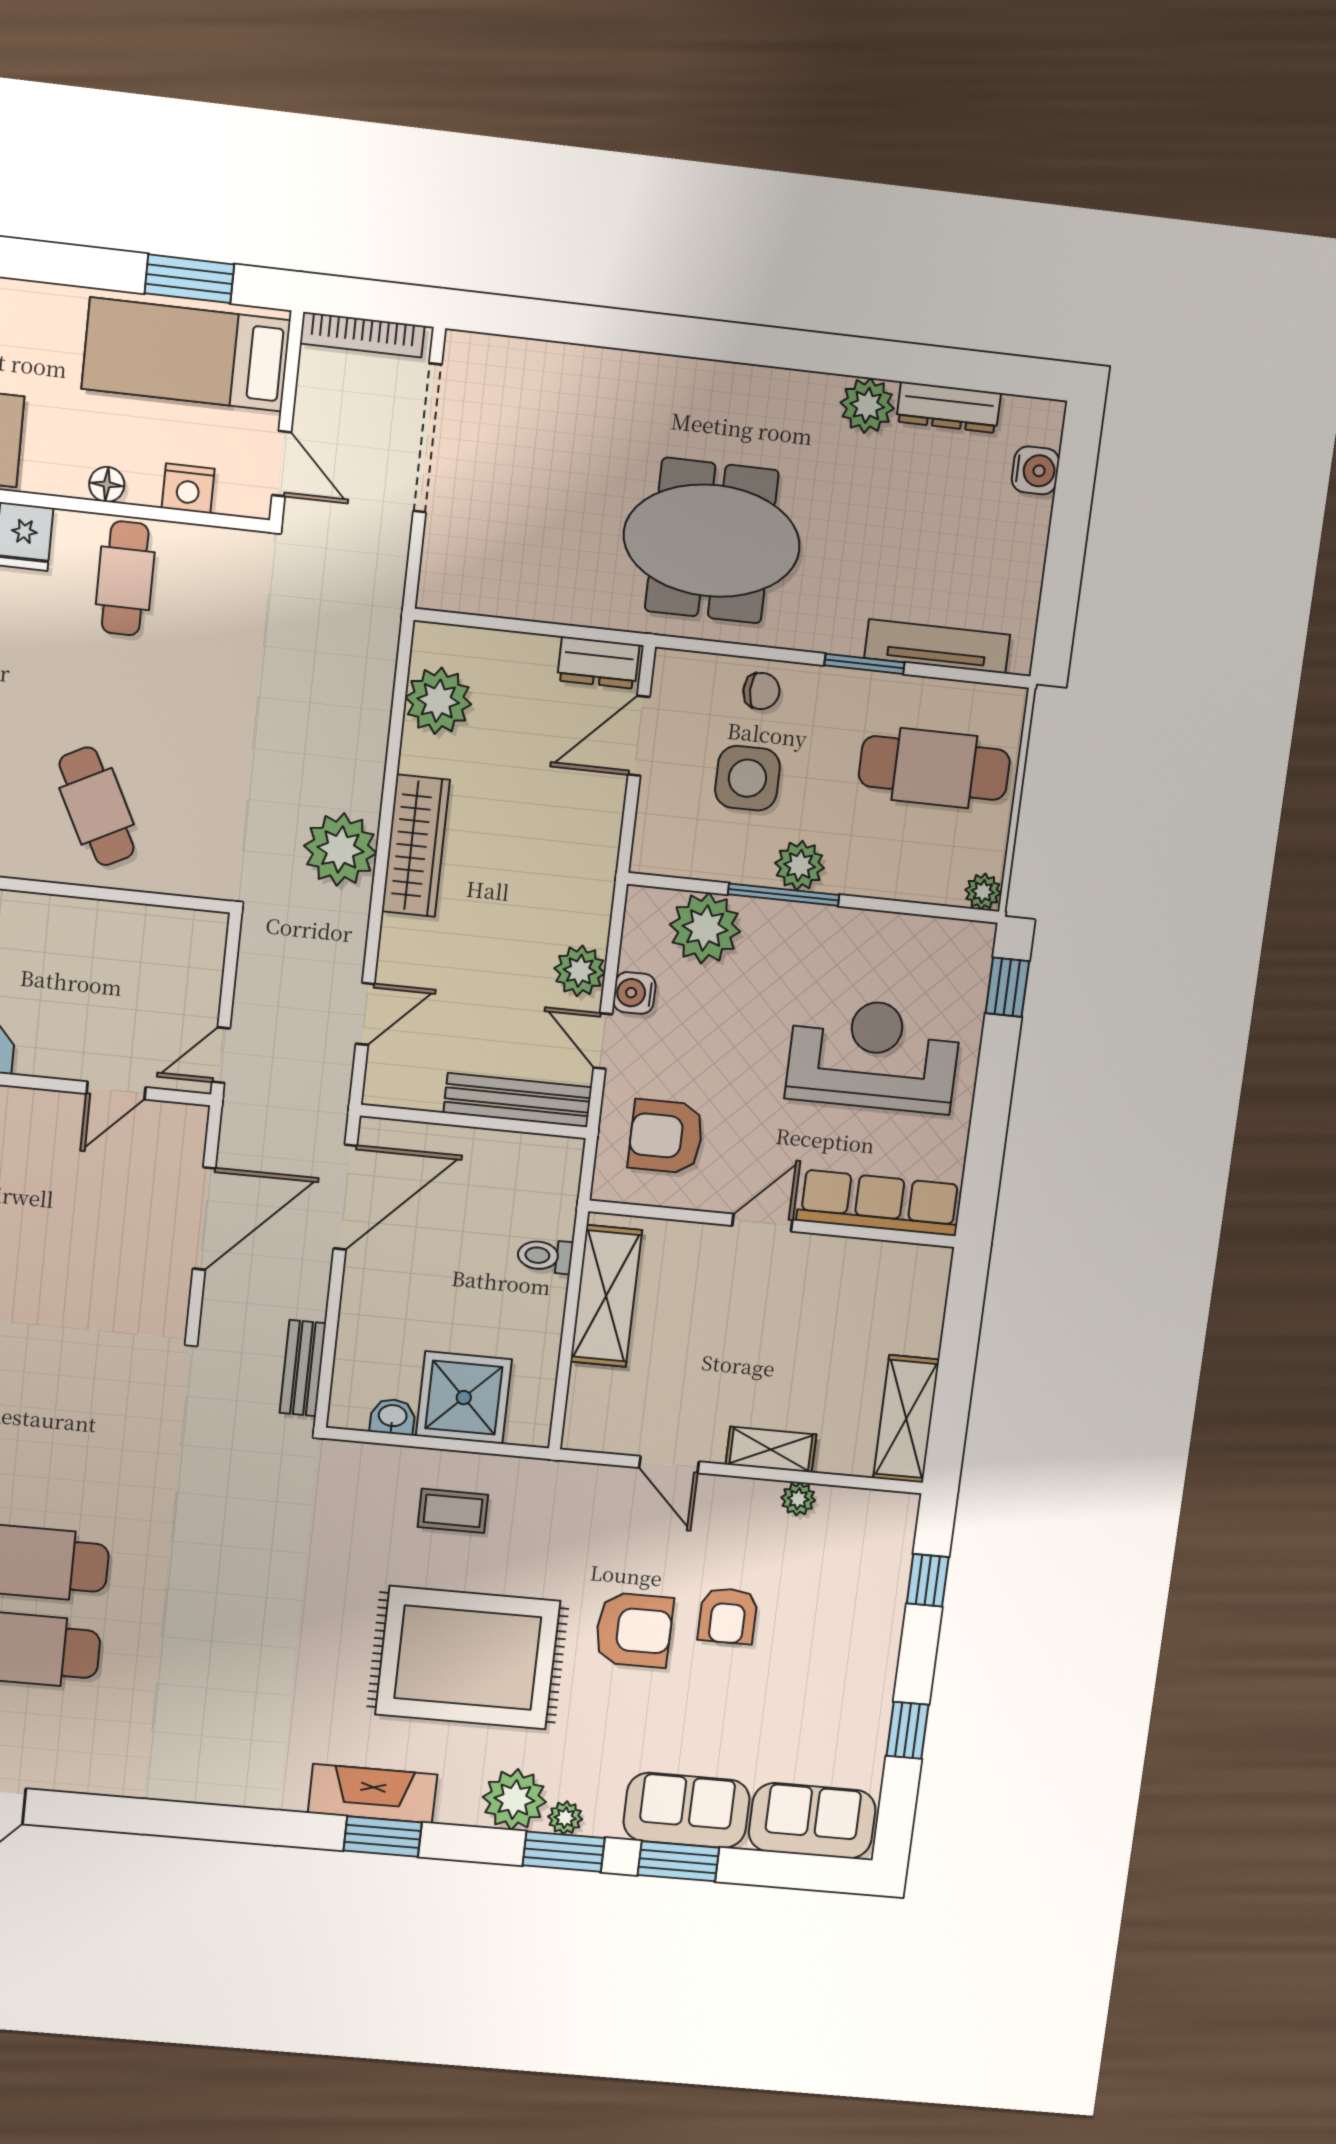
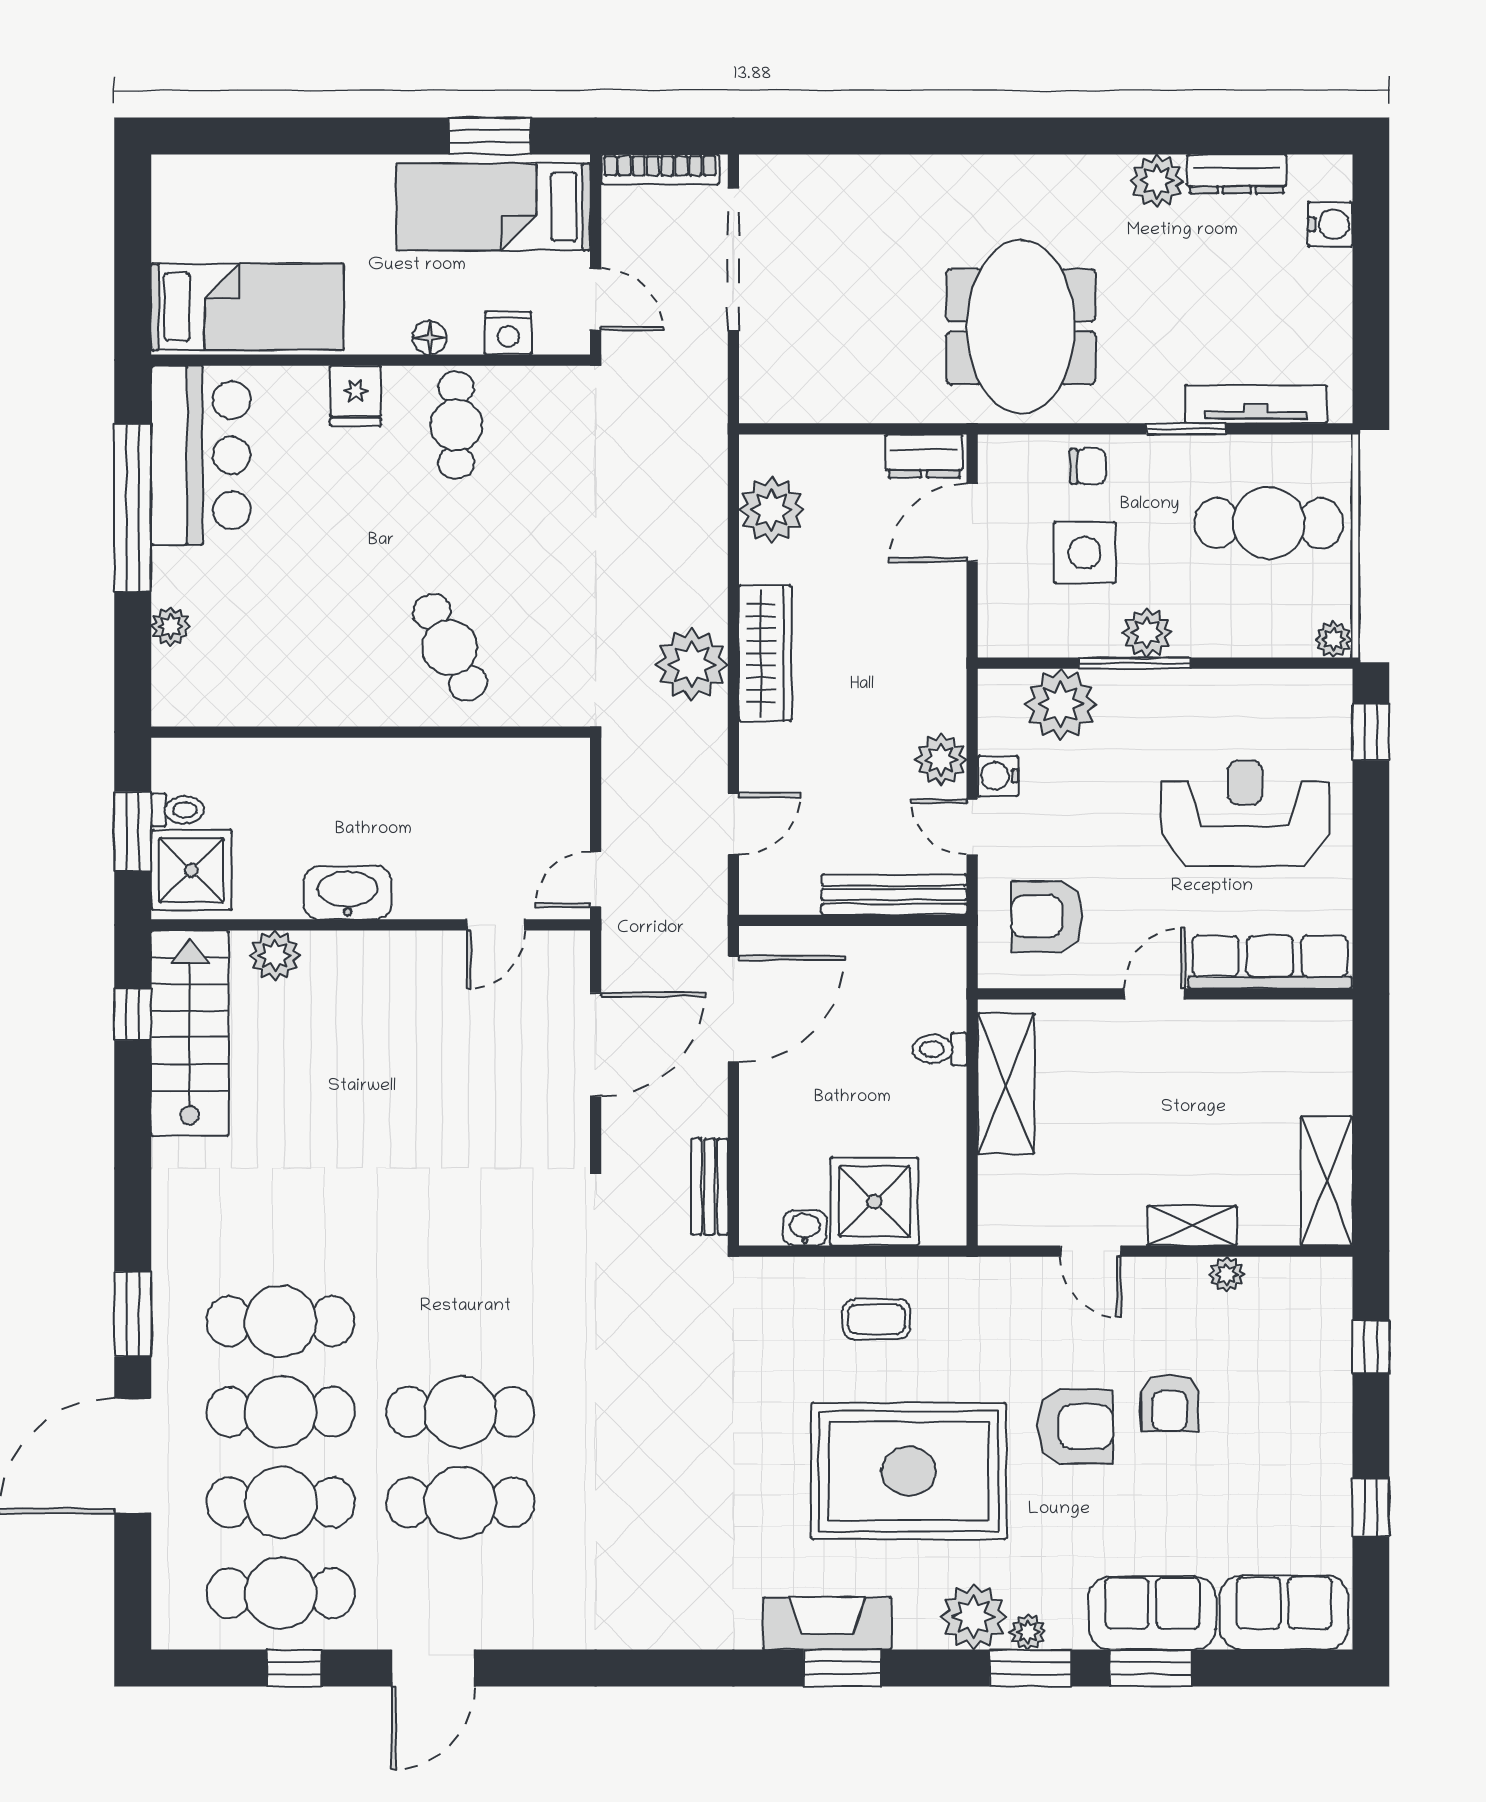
meeting table: (712, 541) -> (1021, 327), turned 90

